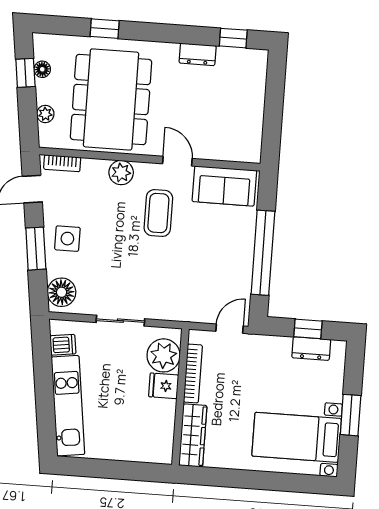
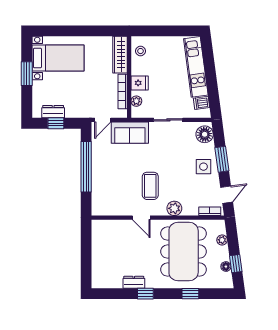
window: (233, 38) -> (145, 294), moved
sofa: (224, 186) -> (130, 133), moved, turned 180
plant: (164, 355) -> (136, 101), width x0.53, depth x0.53
stool: (158, 439) -> (140, 51), added

